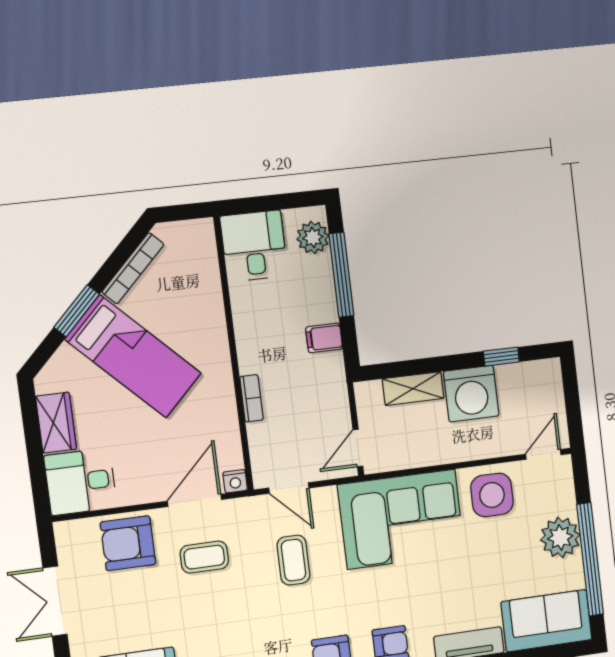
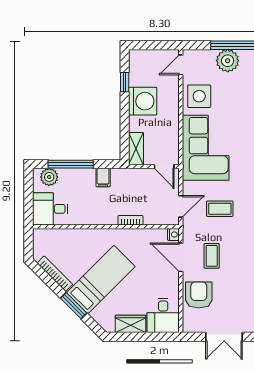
shelving: (413, 389) -> (136, 149), moved
door: (543, 454) -> (181, 65), hinge flipped
armchair: (128, 543) -> (199, 295), turned 180

